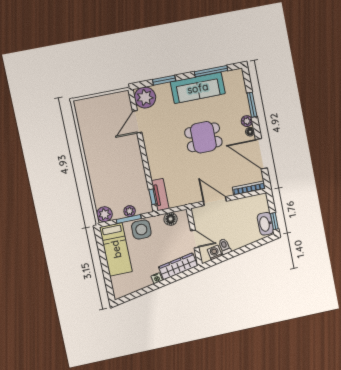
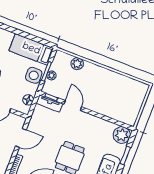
door: (137, 122) -> (73, 105), moved
plant: (104, 214) -> (77, 64), moved

